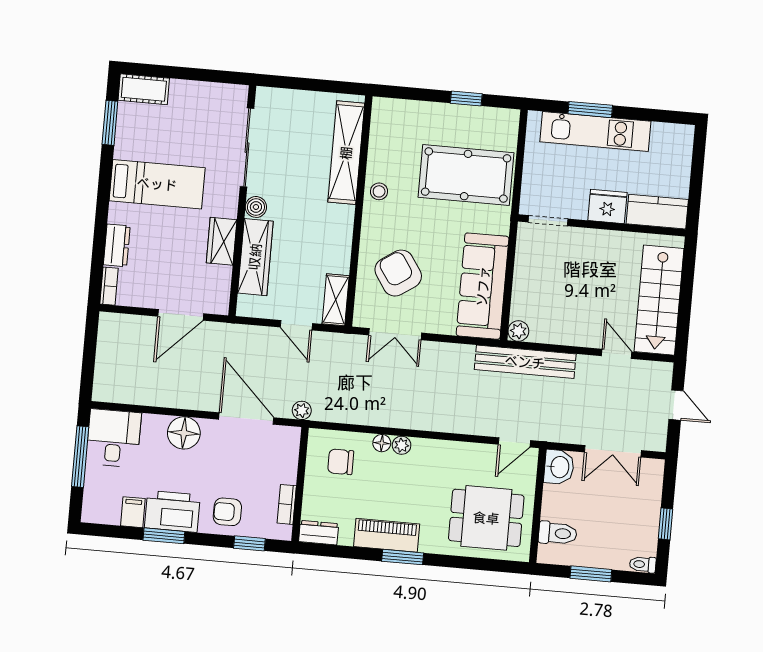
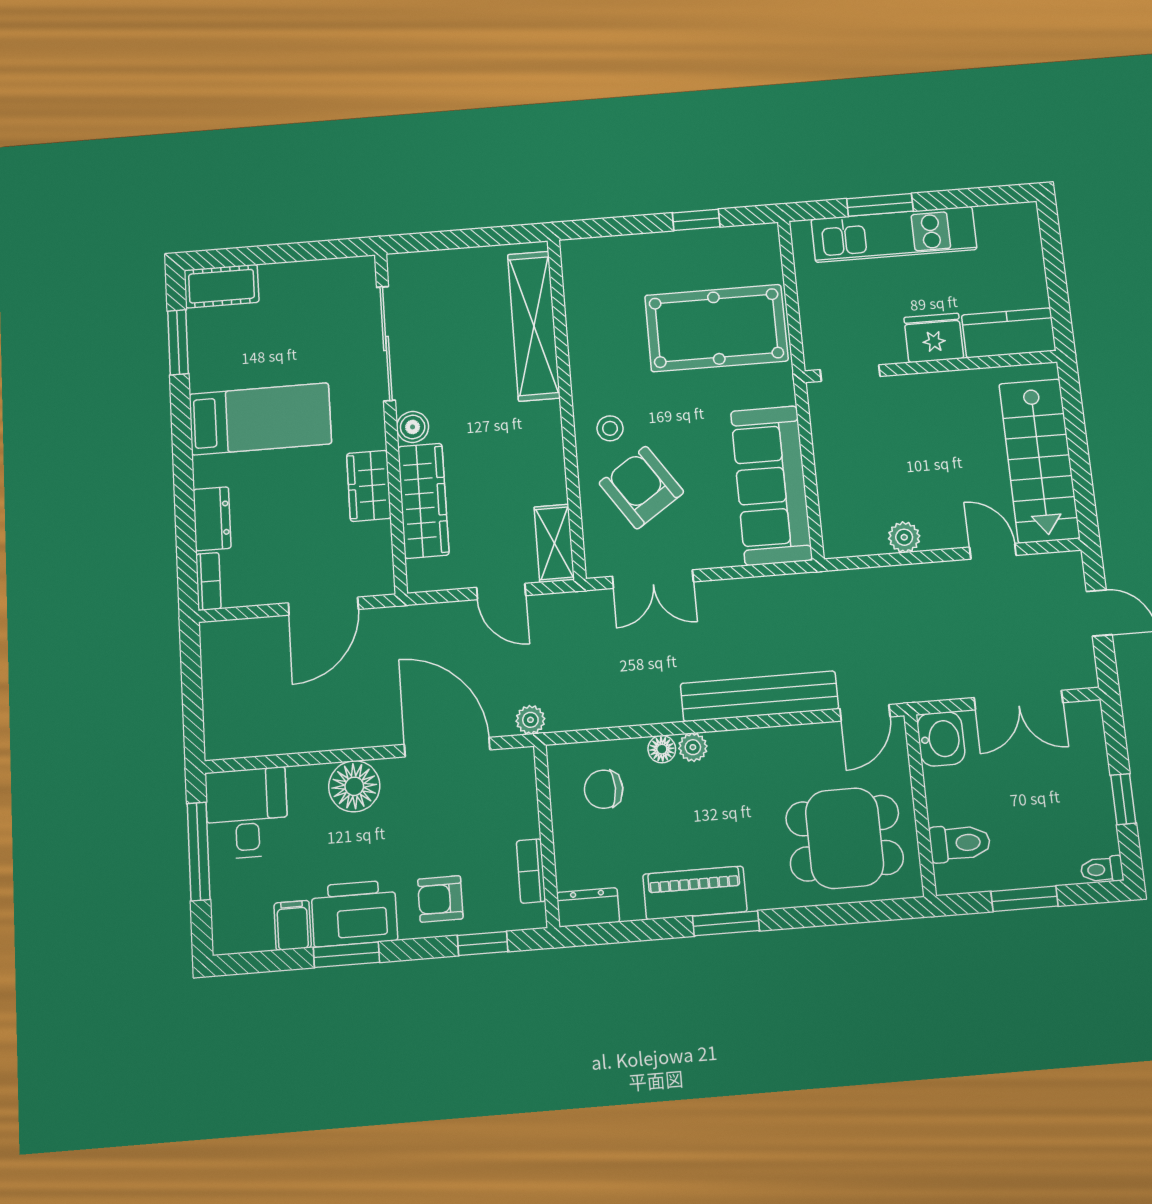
stool: (379, 191) -> (610, 428), moved
plant: (518, 331) -> (904, 537), moved
bench: (525, 362) -> (759, 696), moved

